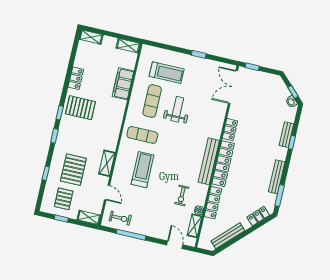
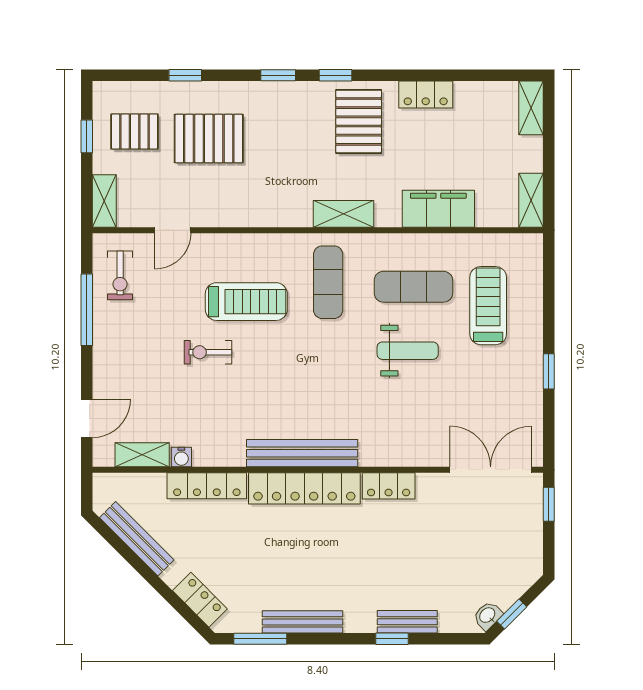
treadmill: (167, 73) -> (488, 306), turned 180
shelving: (107, 163) -> (344, 214), moved
exercise bike: (182, 196) -> (208, 352), moved

